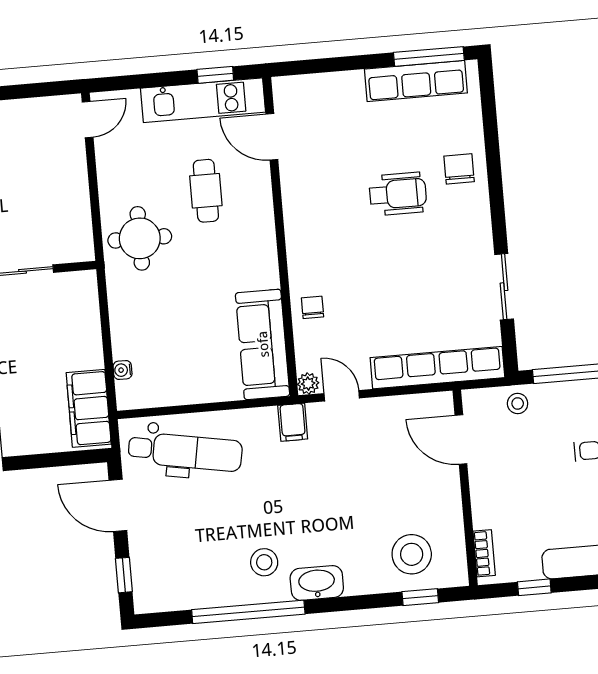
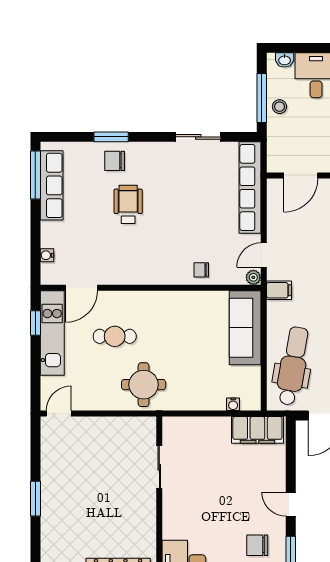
water cooler: (315, 83) -> (47, 255), added
door: (88, 120) -> (59, 413), hinge flipped
window: (493, 161) -> (111, 137), added
sofa: (263, 344) -> (245, 328), moved, turned 90
stool: (518, 403) -> (279, 107), moved

